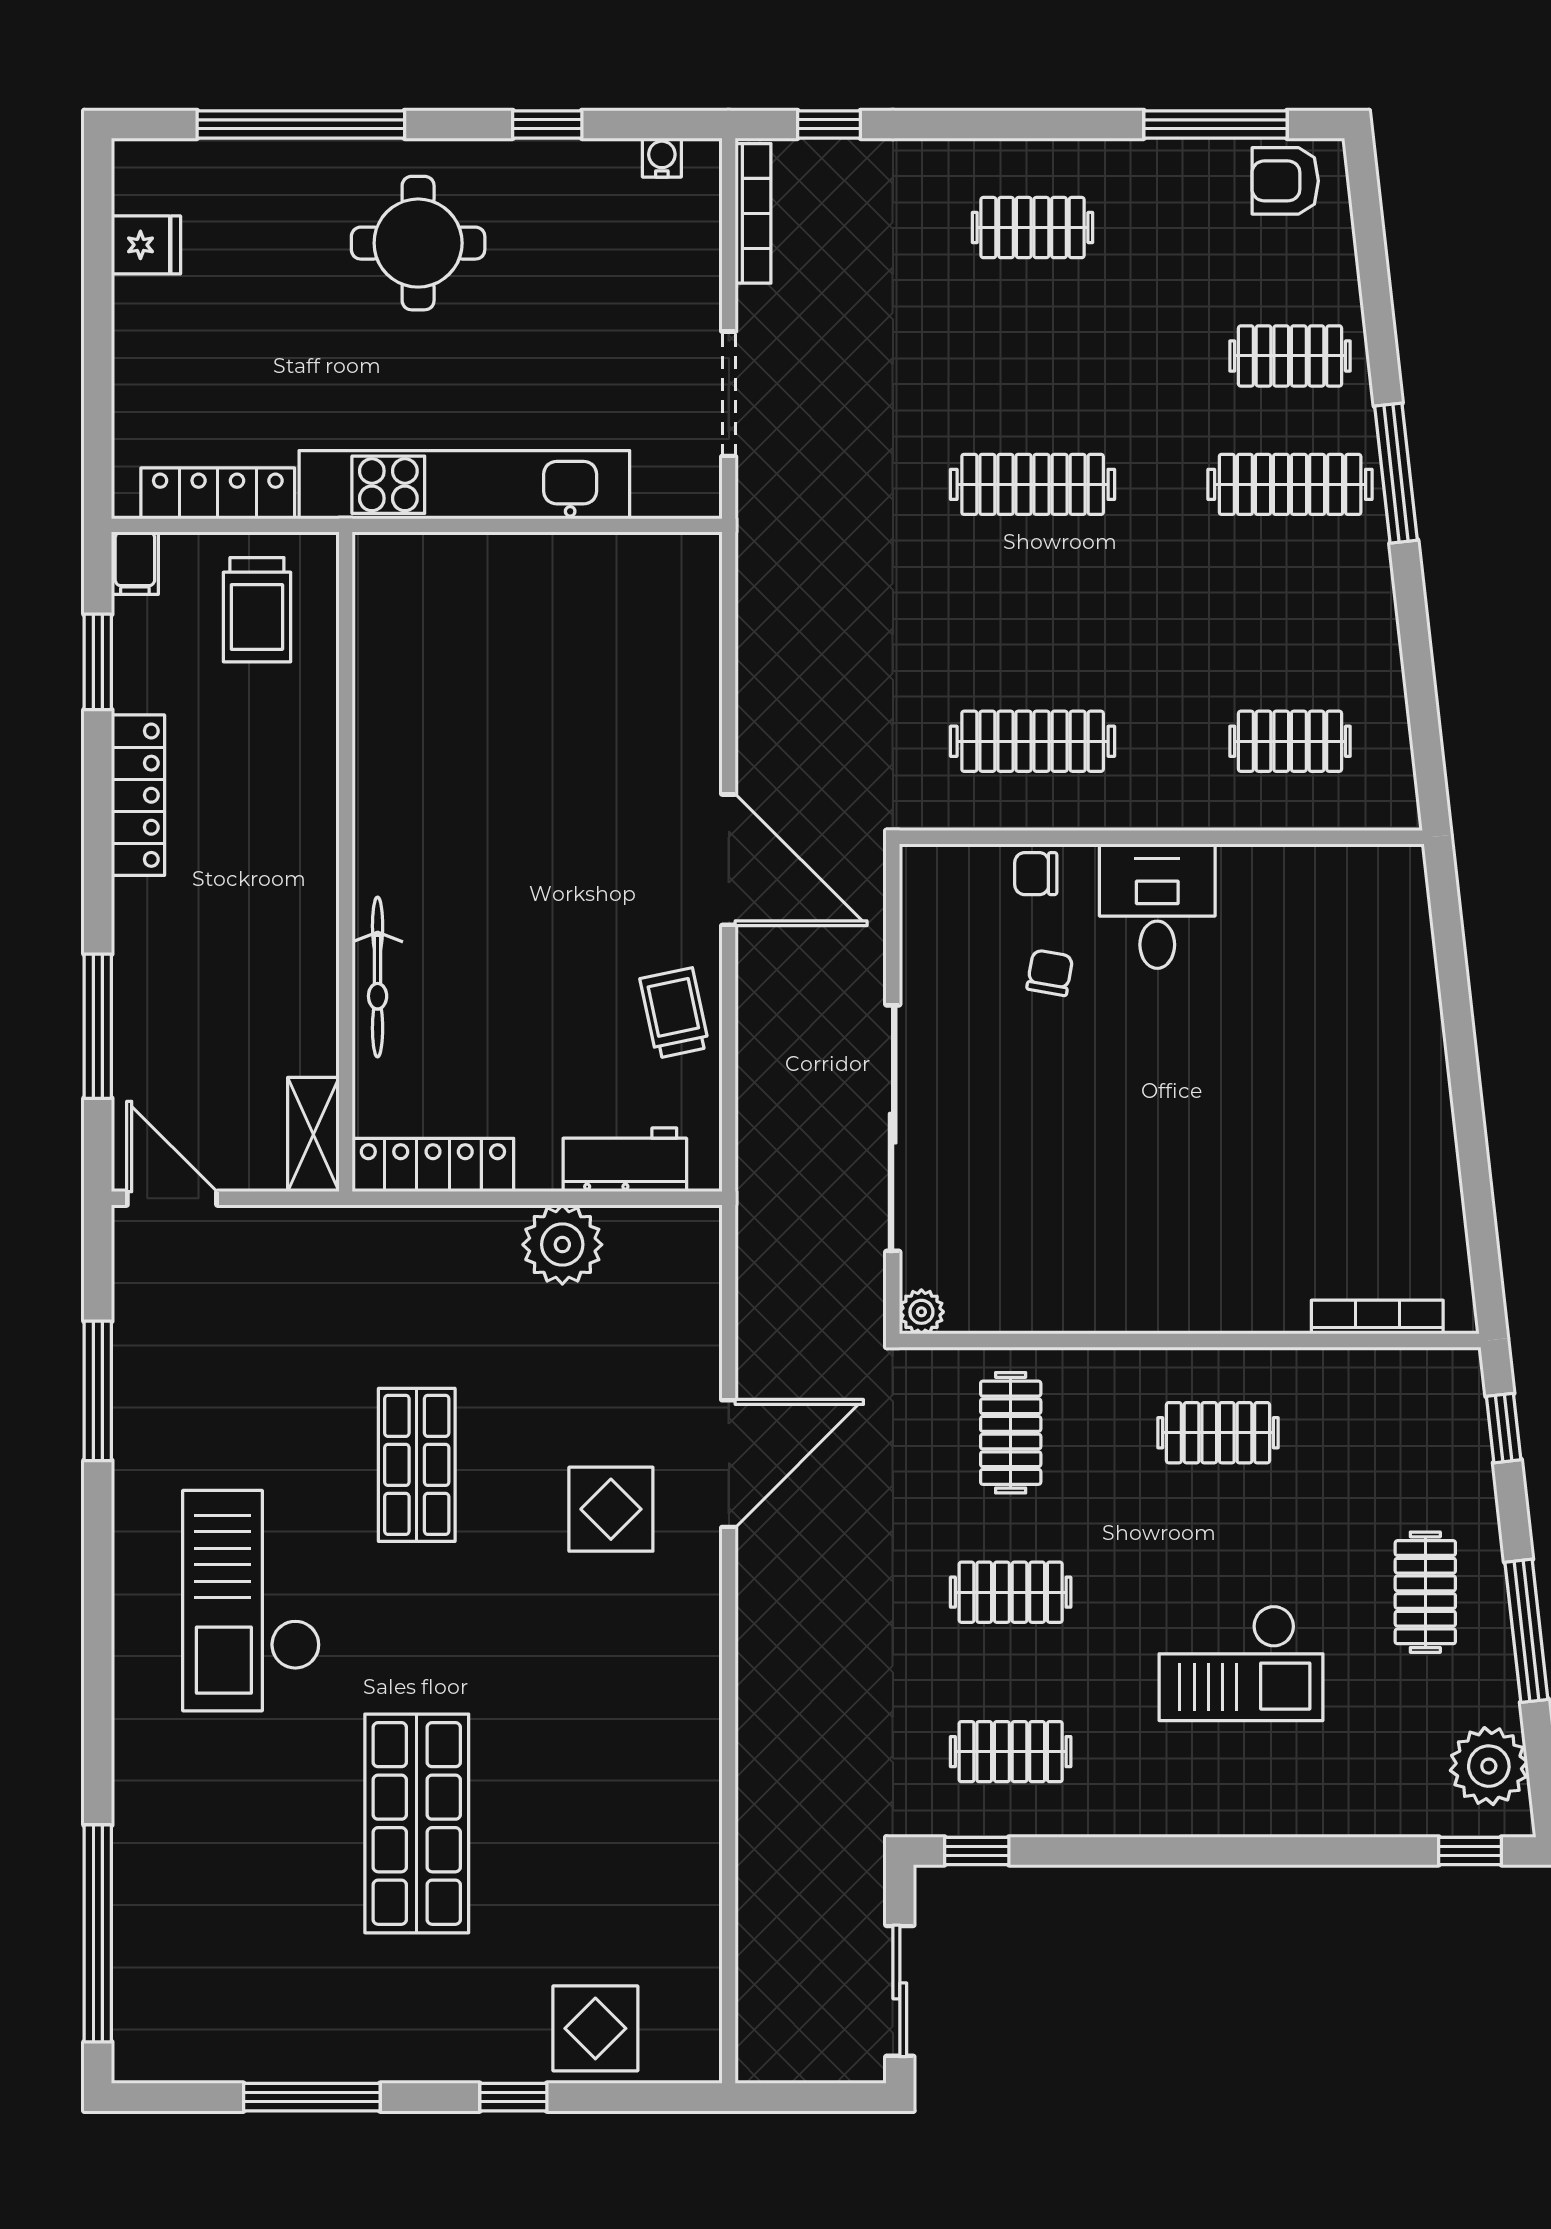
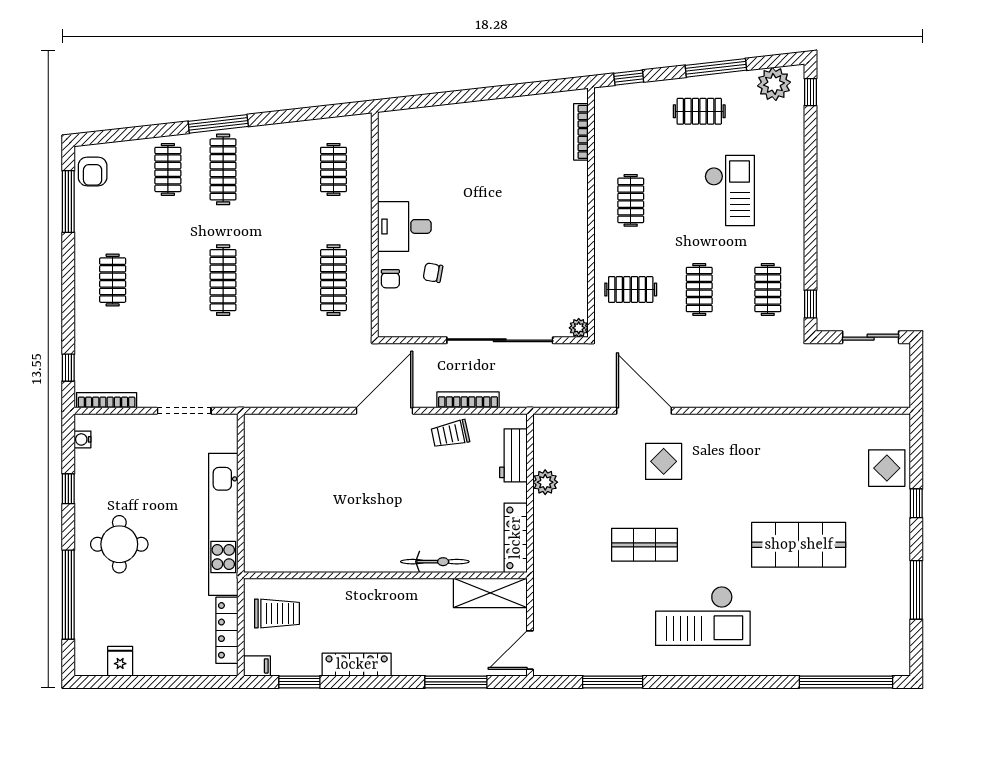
bookcase: (754, 1054) -> (468, 400), added
shelving: (313, 1135) -> (490, 593), width x1.50, depth x1.33
plant: (562, 1245) -> (545, 482), width x0.73, depth x0.73

